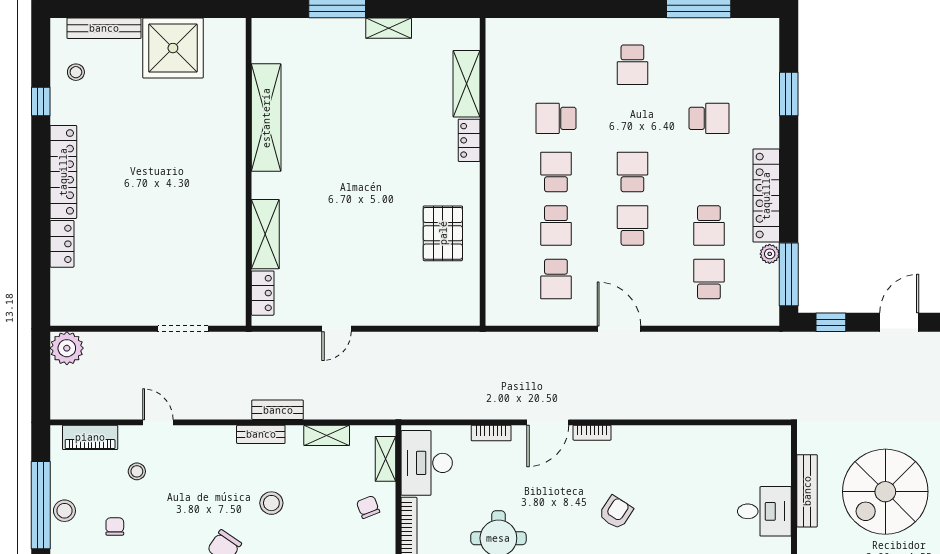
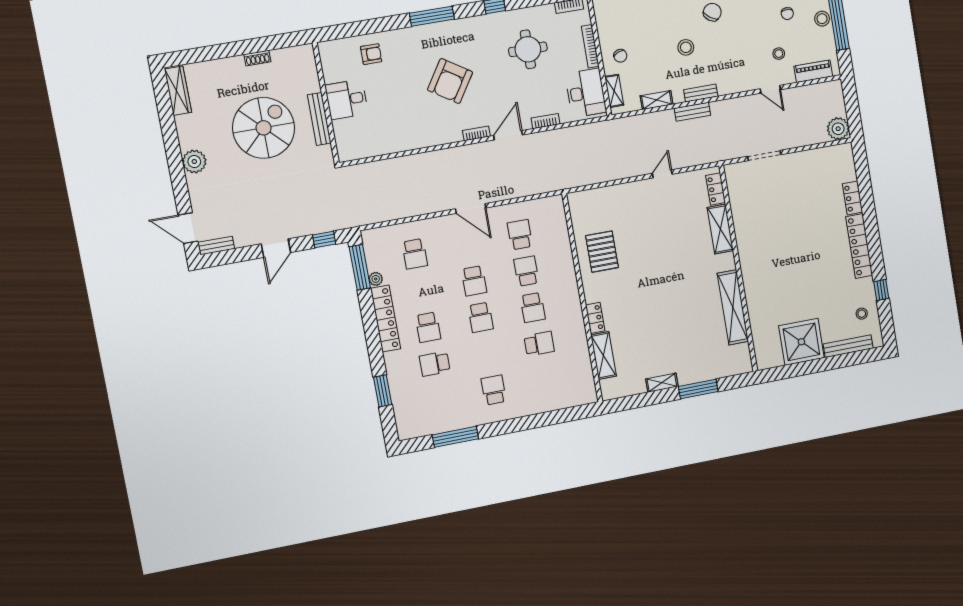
school desk: (709, 225) -> (428, 327), moved, turned 180
armchair: (616, 512) -> (450, 81), width x1.88, depth x1.88

